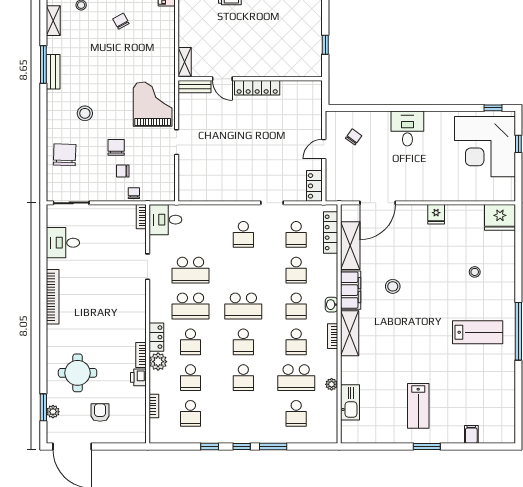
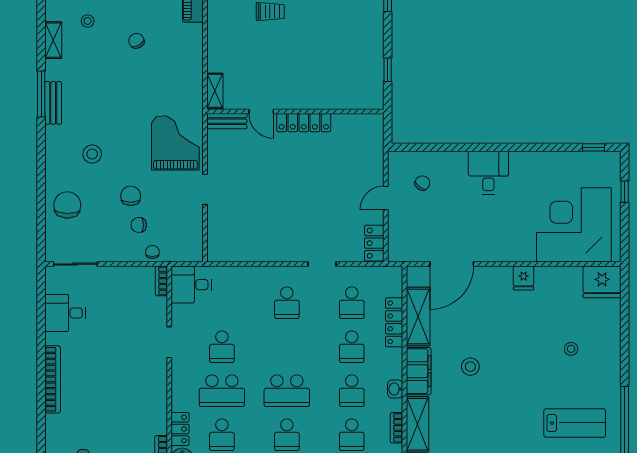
corner desk: (485, 147) -> (574, 225), moved, turned 90
locker: (331, 232) -> (394, 322), moved
school desk: (190, 270) -> (222, 347), width x0.54

